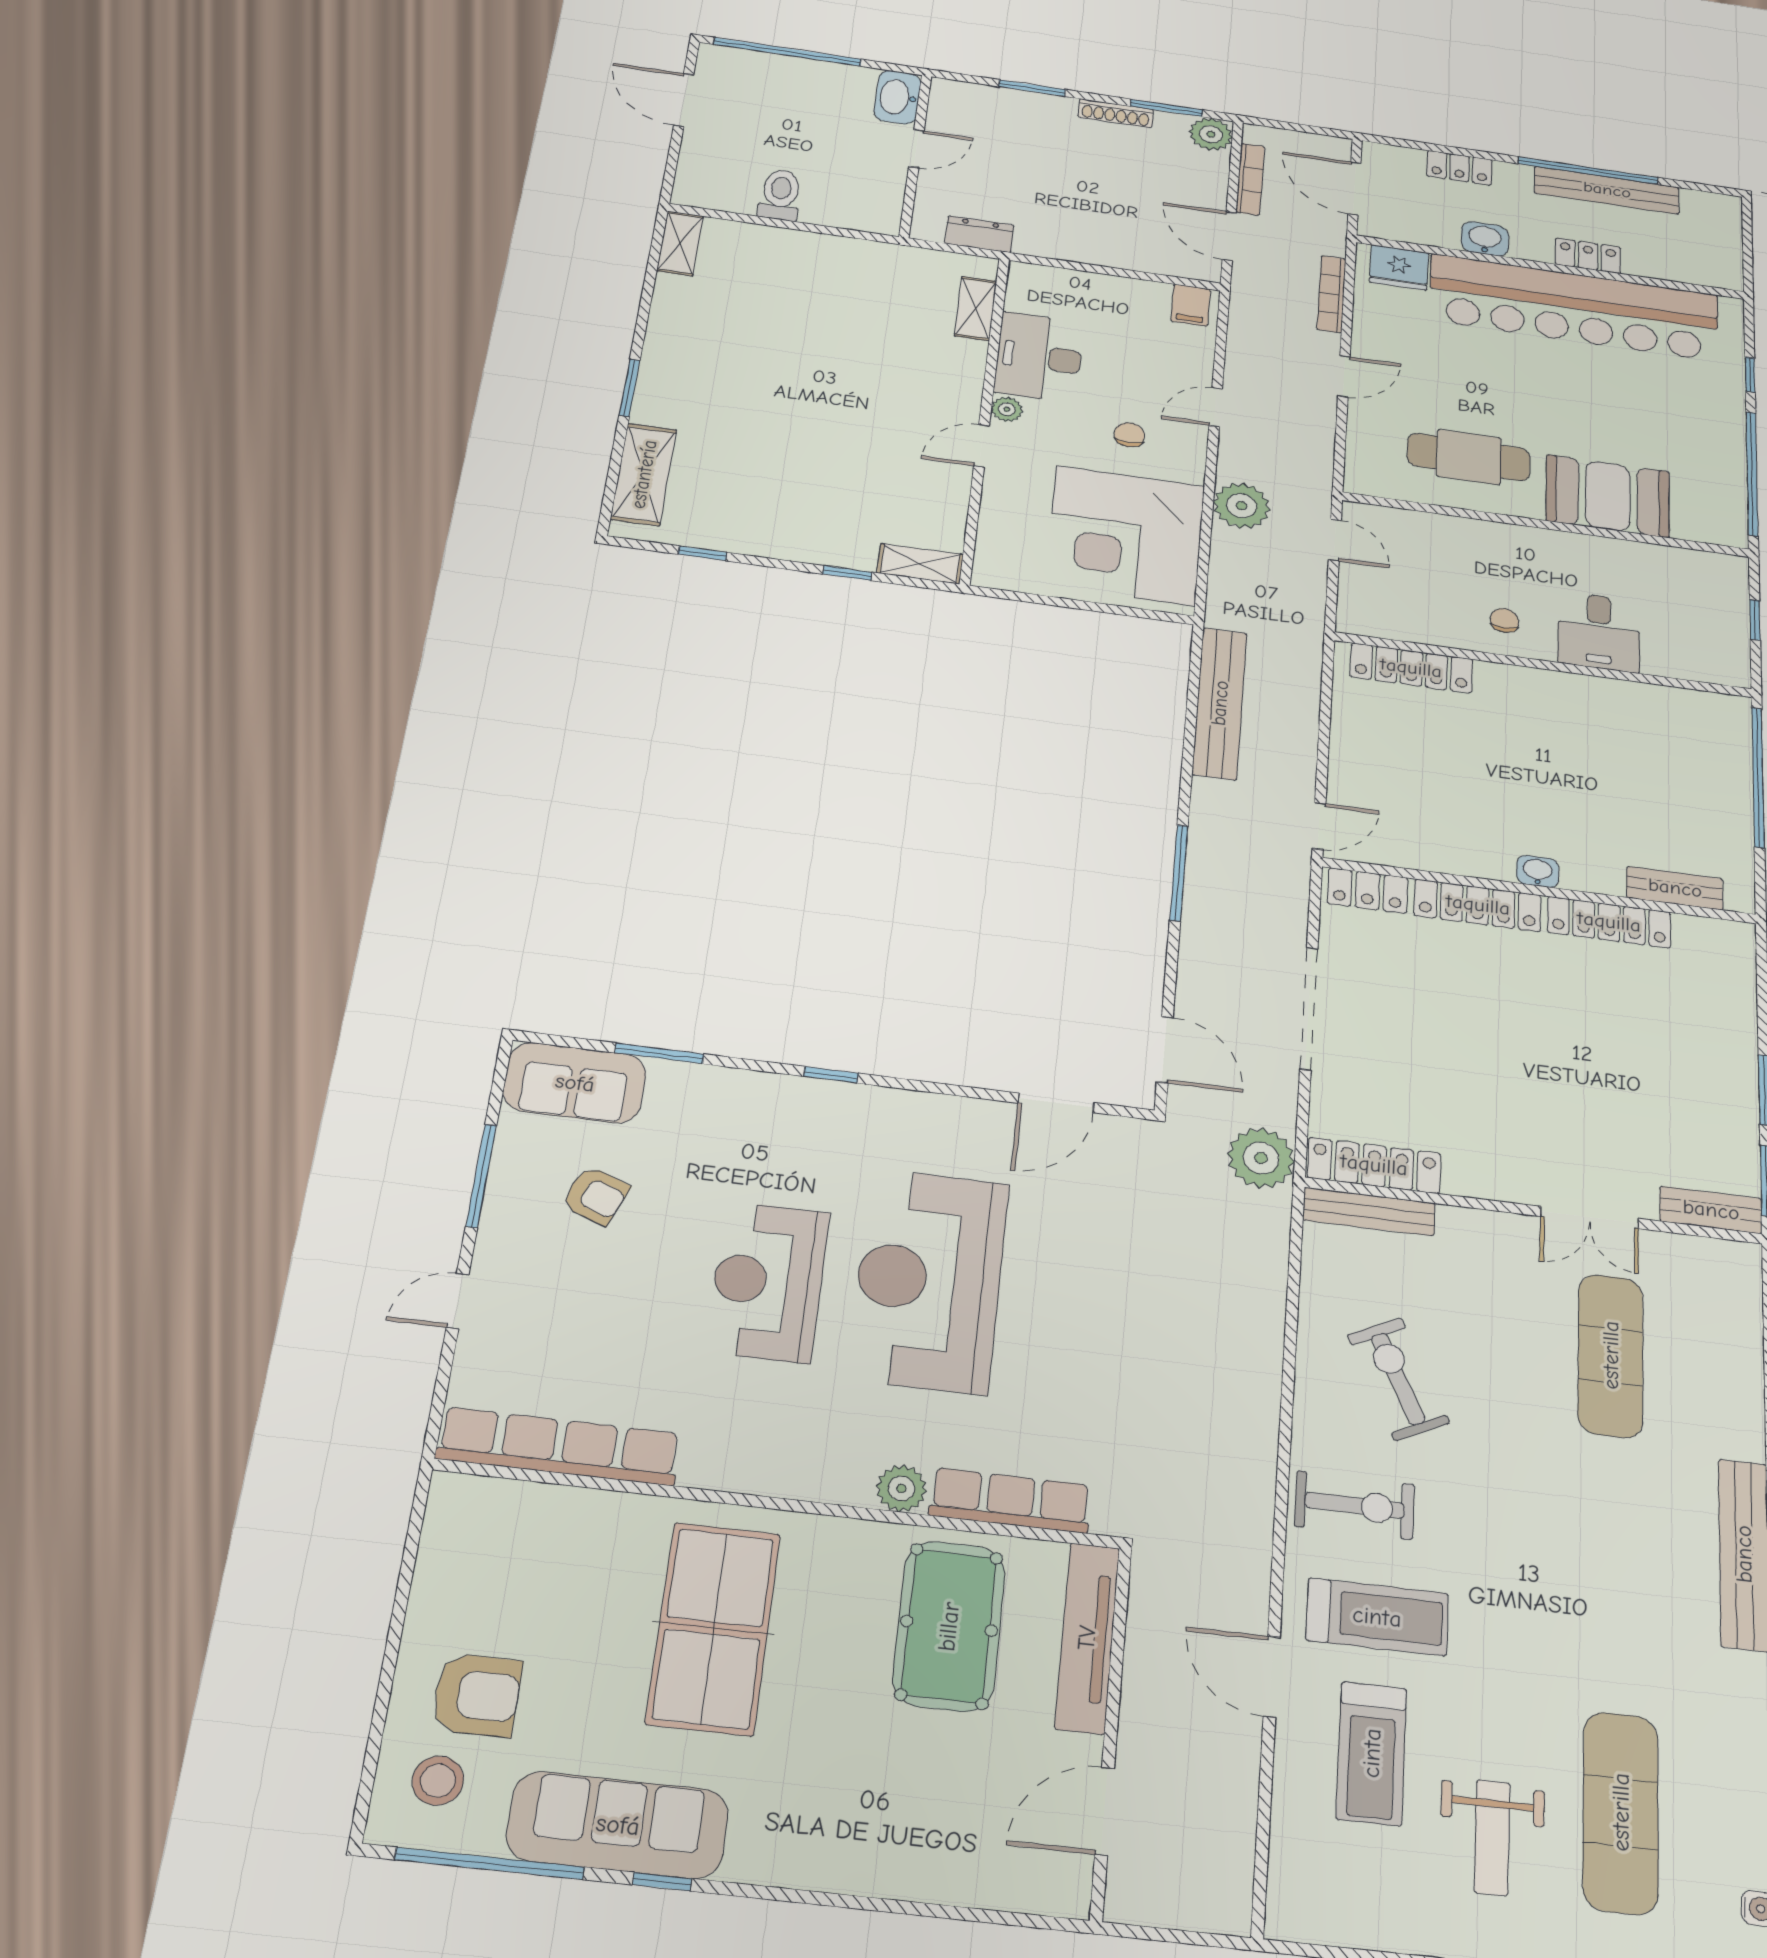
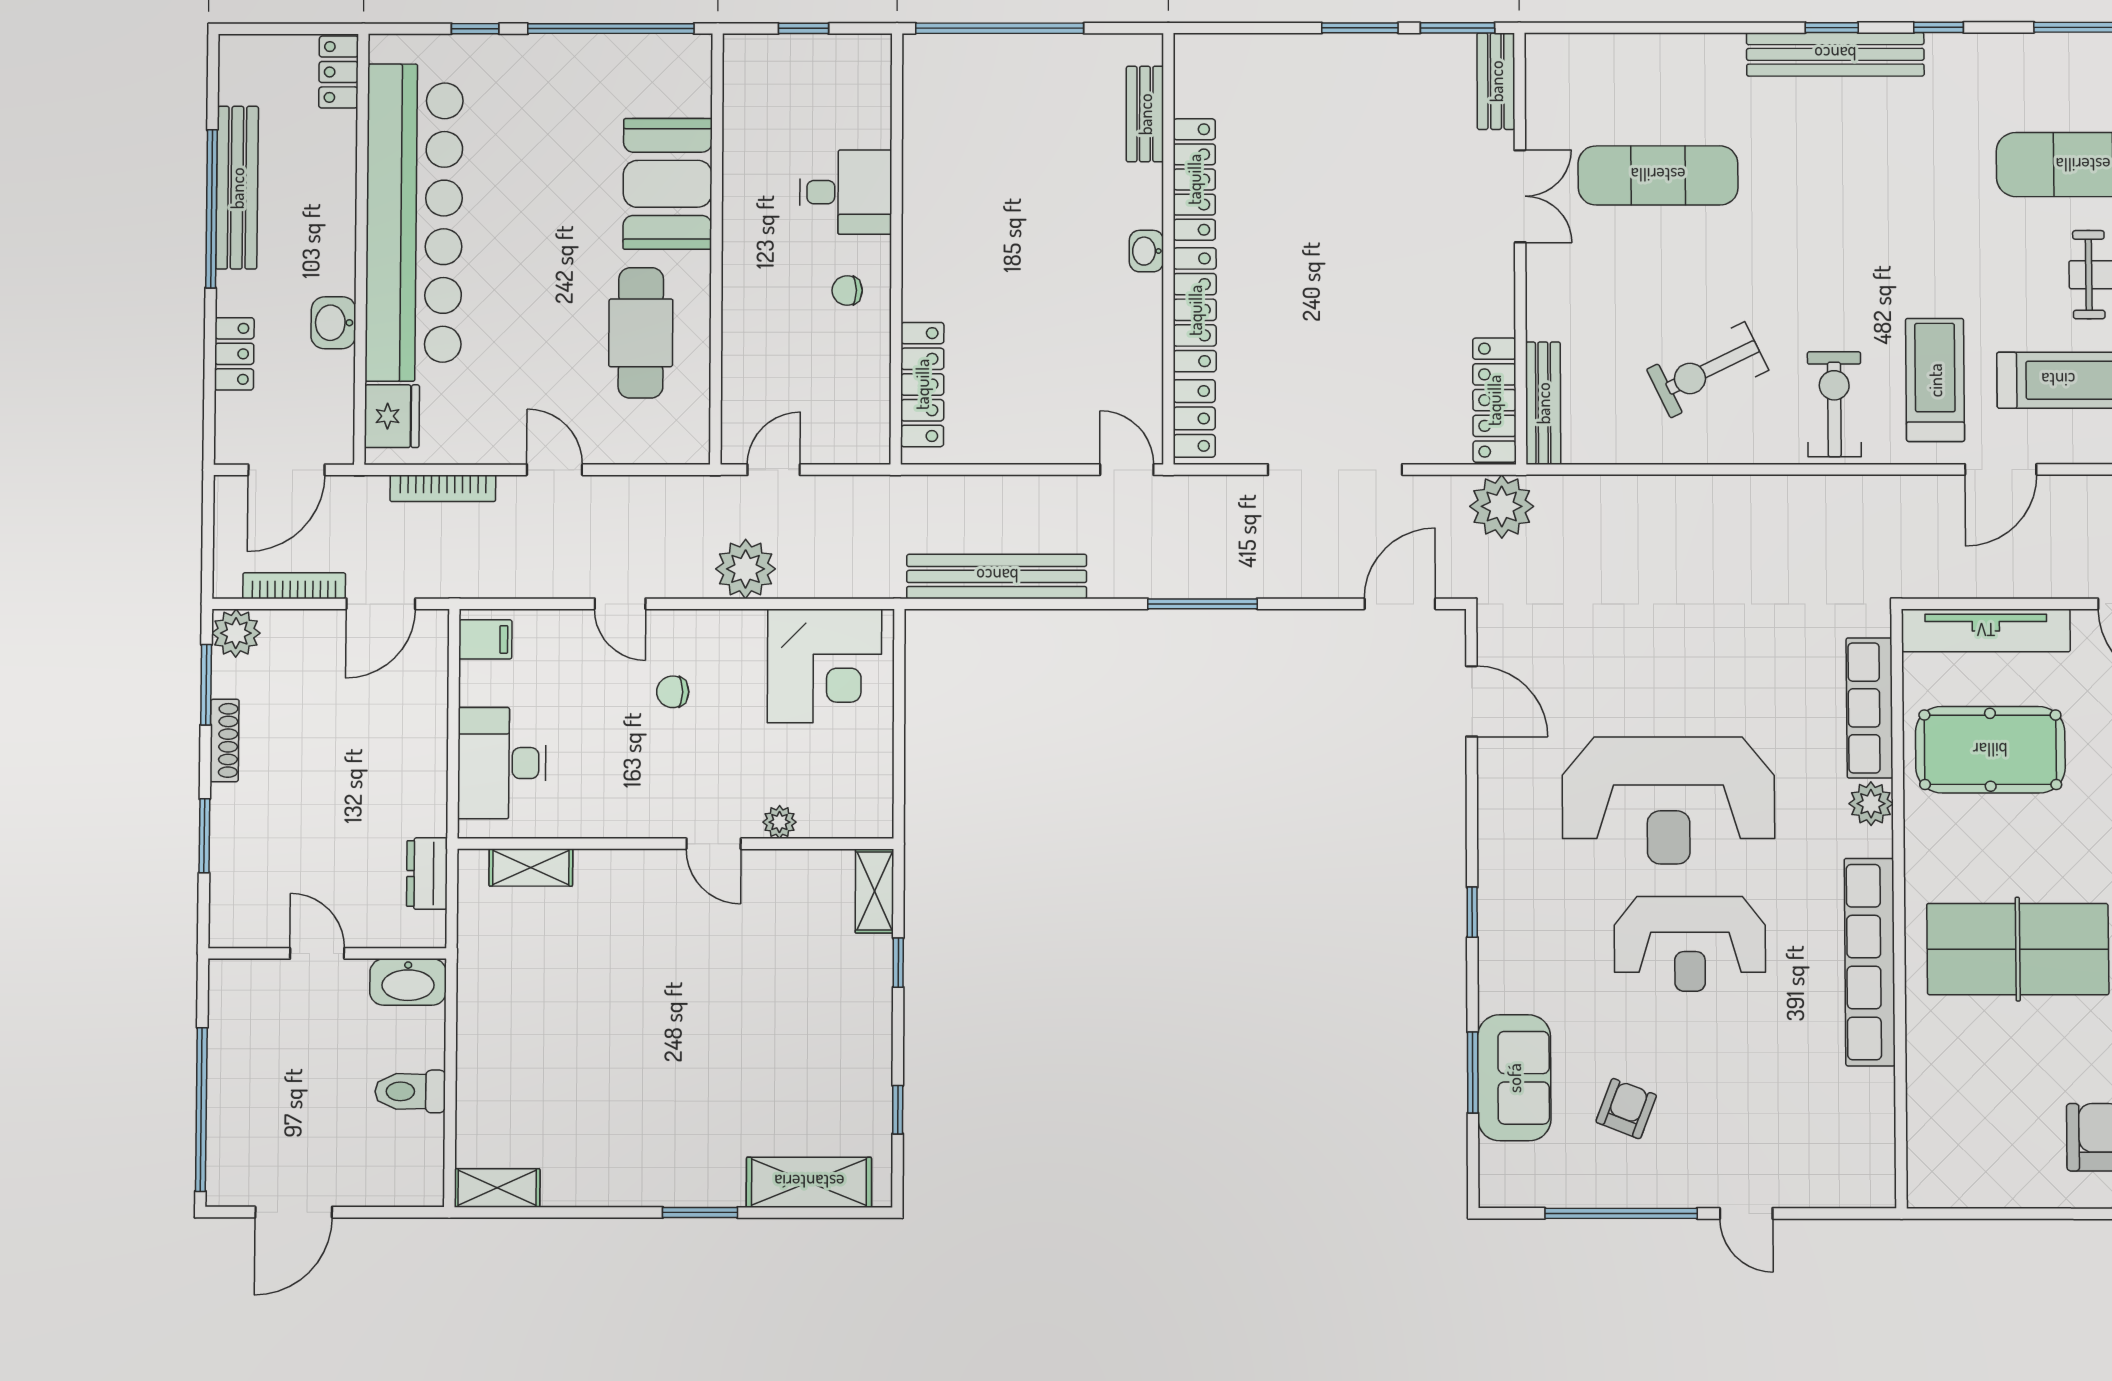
washbasin: (897, 97) -> (408, 982), moved
locker: (1588, 256) -> (339, 72), moved
desk: (1039, 357) -> (502, 763), moved, turned 90
plant: (1007, 409) -> (779, 822), moved
corner desk: (1125, 535) -> (824, 666), width x0.74, depth x0.74
sofa: (575, 1083) -> (1514, 1078), moved
window: (481, 1176) -> (1621, 1213), width x1.46
row of seats: (559, 1446) -> (1870, 962), moved

